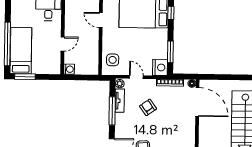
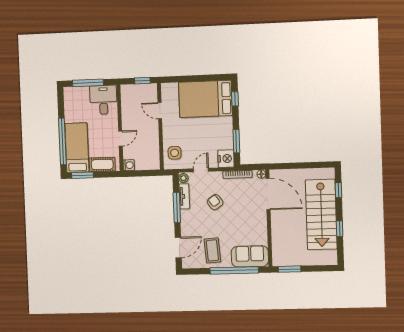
cot: (44, 67) -> (102, 164), added
door: (136, 77) -> (201, 170), hinge flipped

